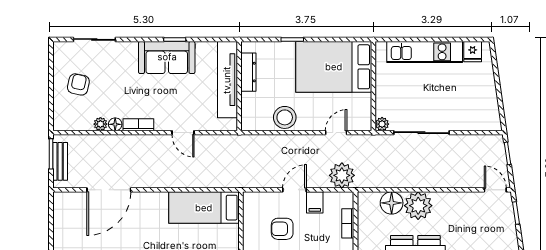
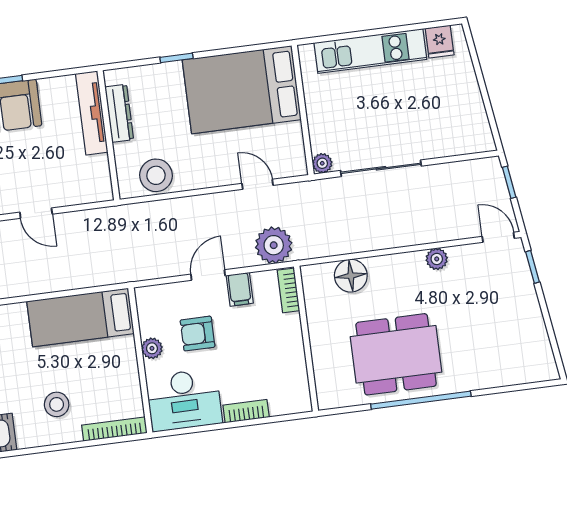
tv unit: (227, 80) -> (92, 113), width x0.73, depth x0.78
stool: (285, 117) -> (156, 175), moved
door: (336, 133) -> (257, 184), hinge flipped
plant: (418, 206) -> (437, 259), moved, width x0.53, depth x0.53
bookcase: (348, 223) -> (288, 290), moved
plant: (250, 235) -> (152, 348), added

